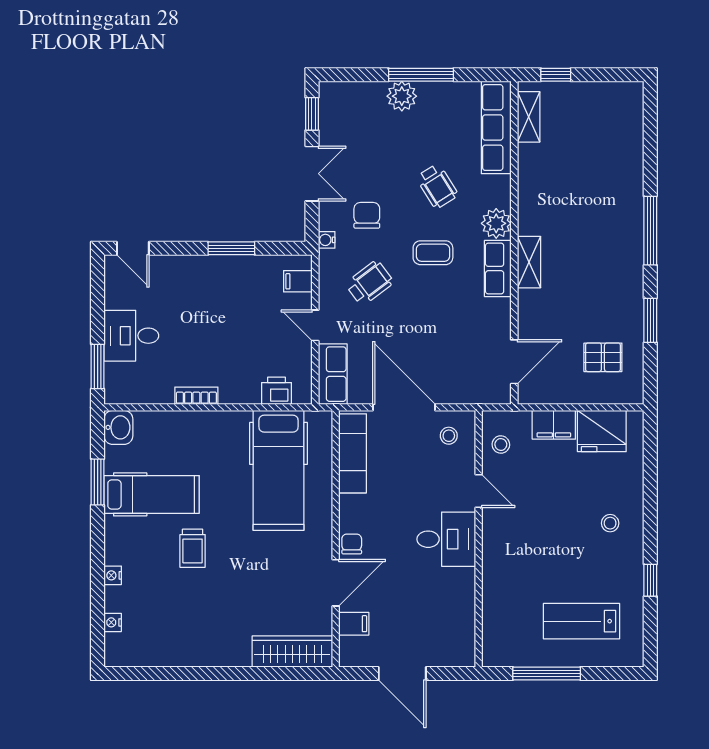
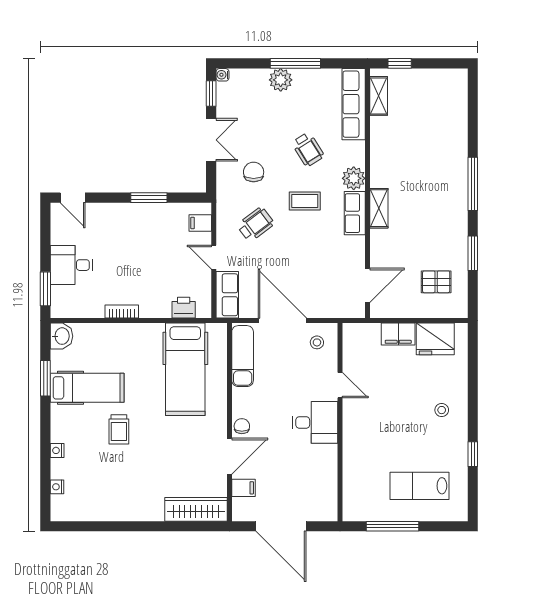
water cooler: (327, 240) -> (222, 75), moved
stool: (501, 444) -> (357, 349), removed
door: (402, 673) -> (281, 526), width x1.36

